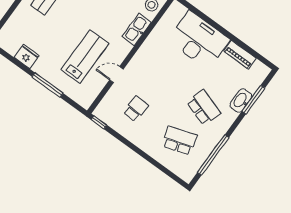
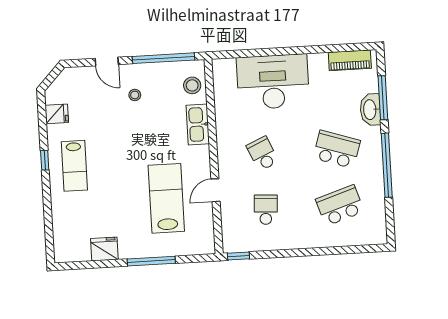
piano: (240, 55) -> (350, 60), moved
school desk: (160, 76) -> (263, 154), added
window: (213, 155) -> (387, 165), moved

